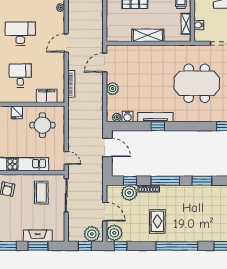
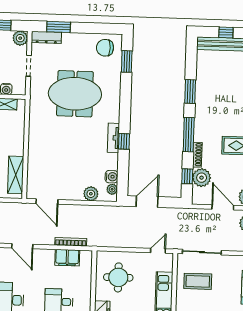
shelving: (148, 35) -> (16, 175), moved
meeting table: (197, 83) -> (75, 94), turned 90
plant: (112, 89) -> (91, 194), moved
filing cabinet: (47, 96) -> (67, 258), moved, turned -90
tv unit: (155, 117) -> (113, 138), width x0.71
door: (105, 212) -> (223, 207), hinge flipped

